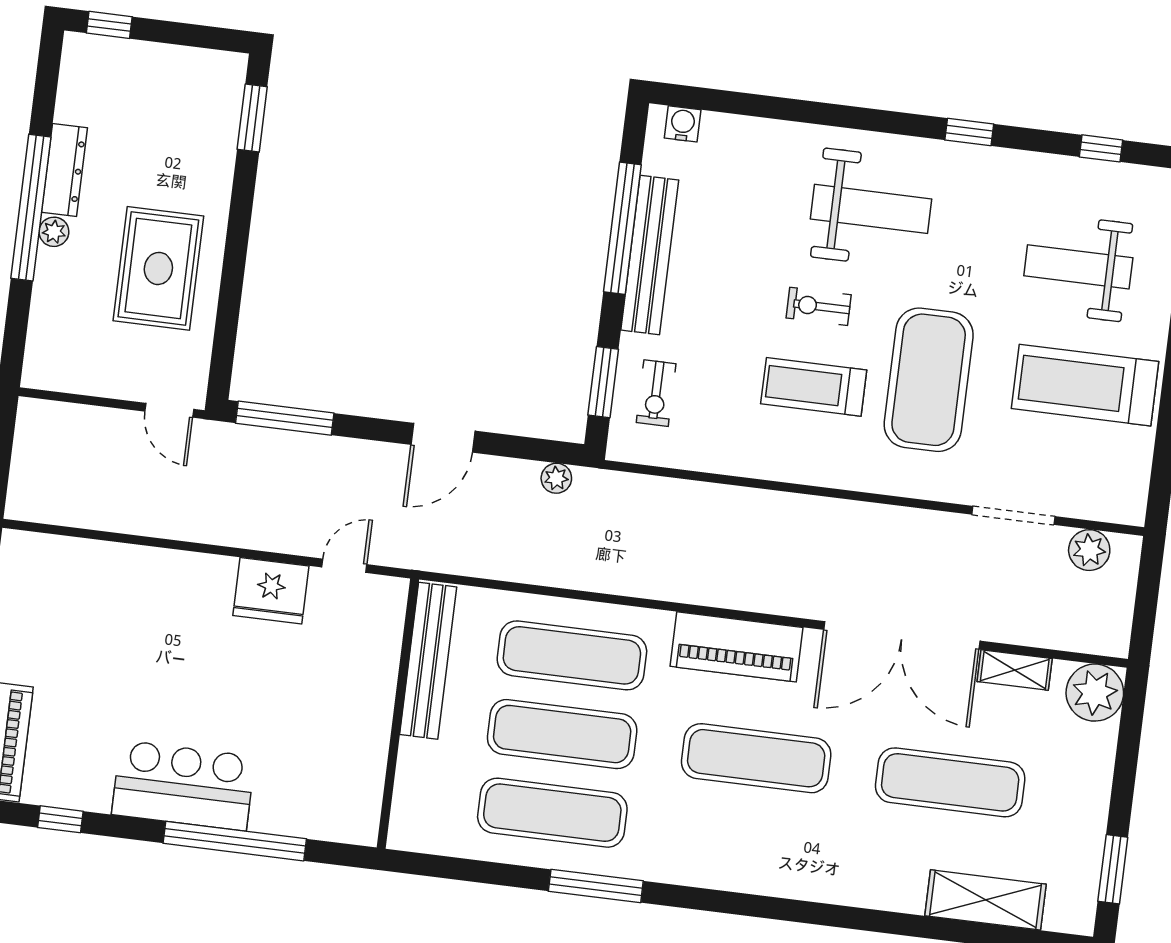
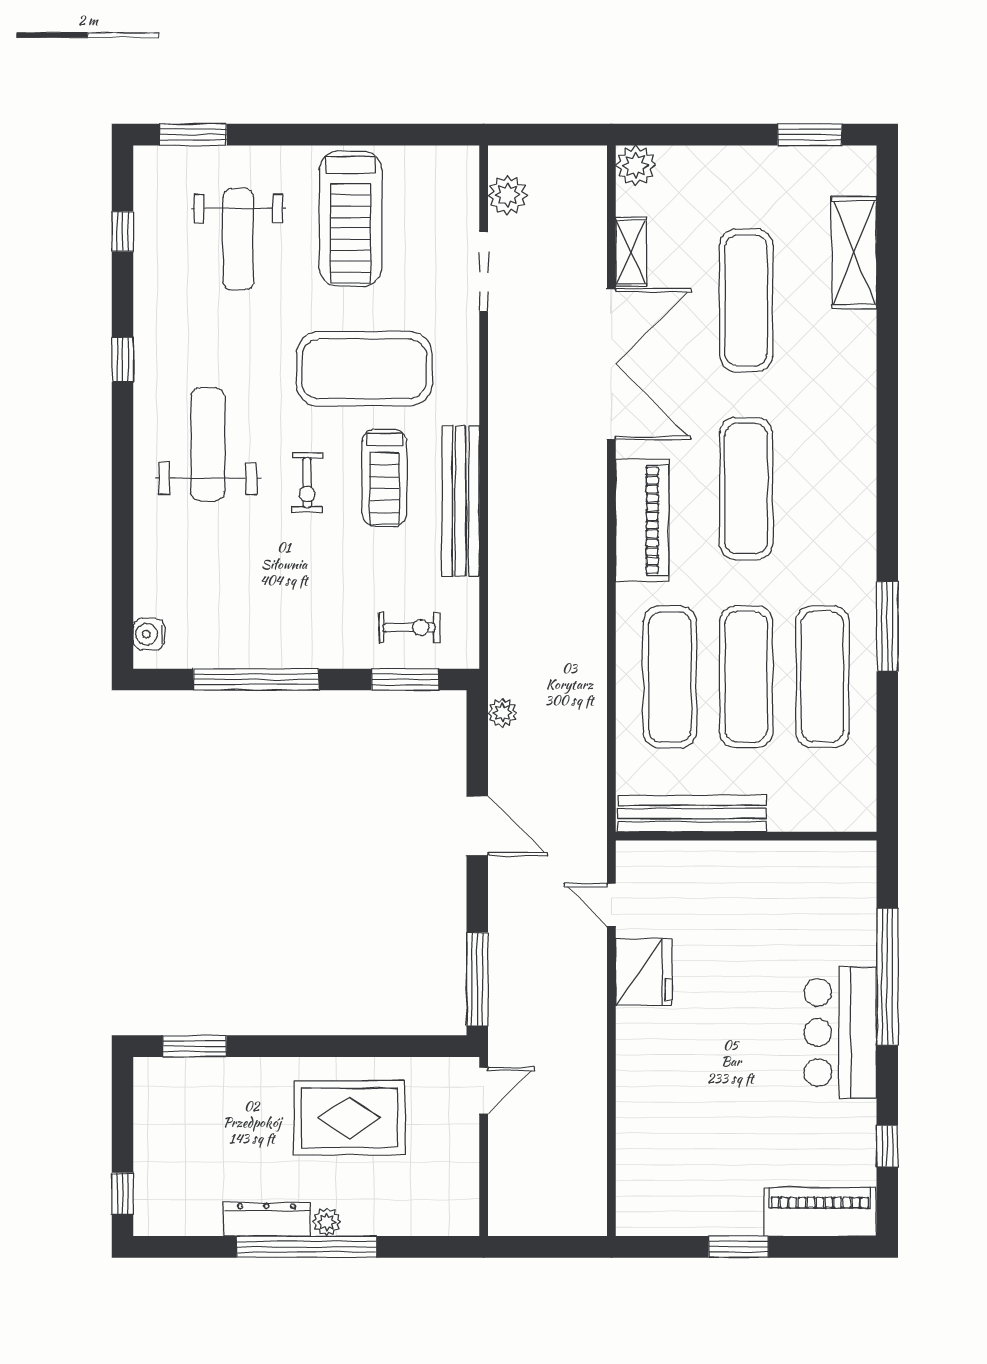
bench: (650, 255) -> (461, 501), moved, turned 90
plant: (1095, 693) -> (636, 165), width x0.73, depth x0.73

